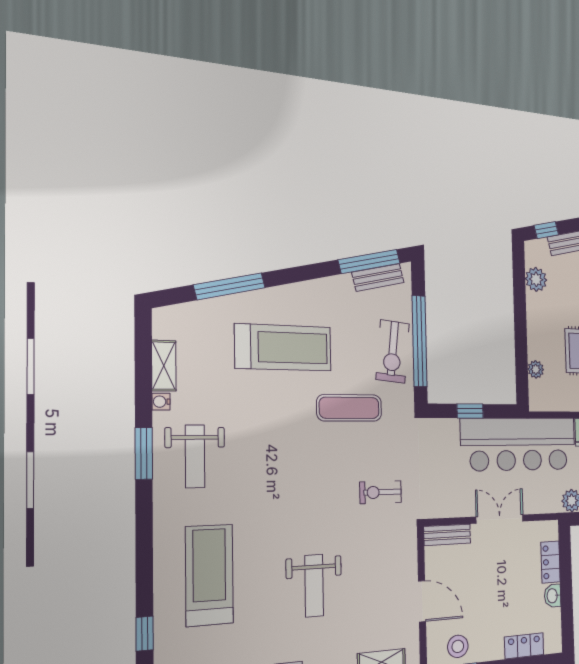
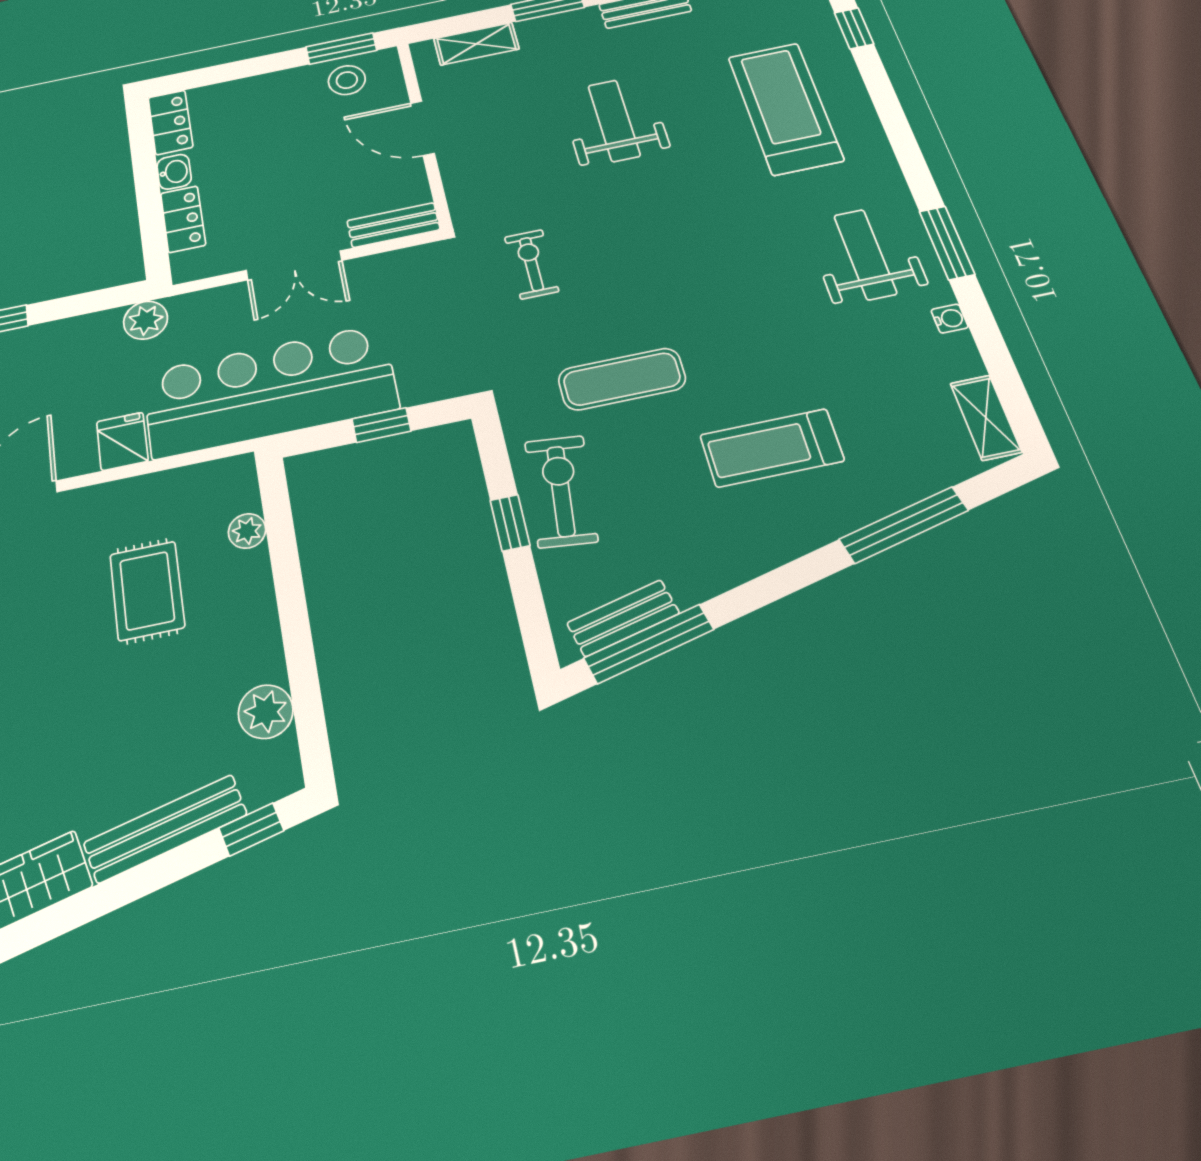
window: (420, 341) -> (510, 523), width x0.32
treadmill: (283, 347) -> (772, 448), width x0.73, depth x0.73
shelving: (164, 366) -> (986, 418), moved
exercise bike: (381, 492) -> (531, 264), turned -90
treadmill: (209, 575) -> (785, 108), turned 180
locker: (524, 646) -> (170, 122), moved, turned -90

